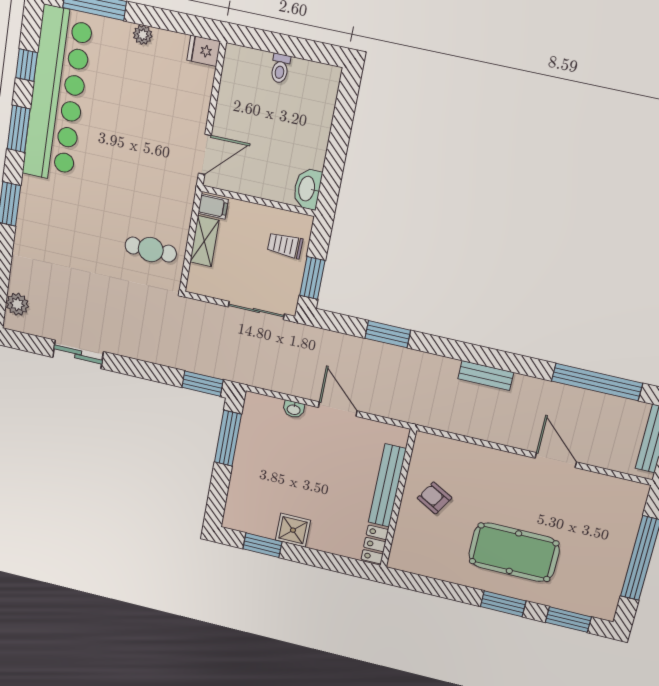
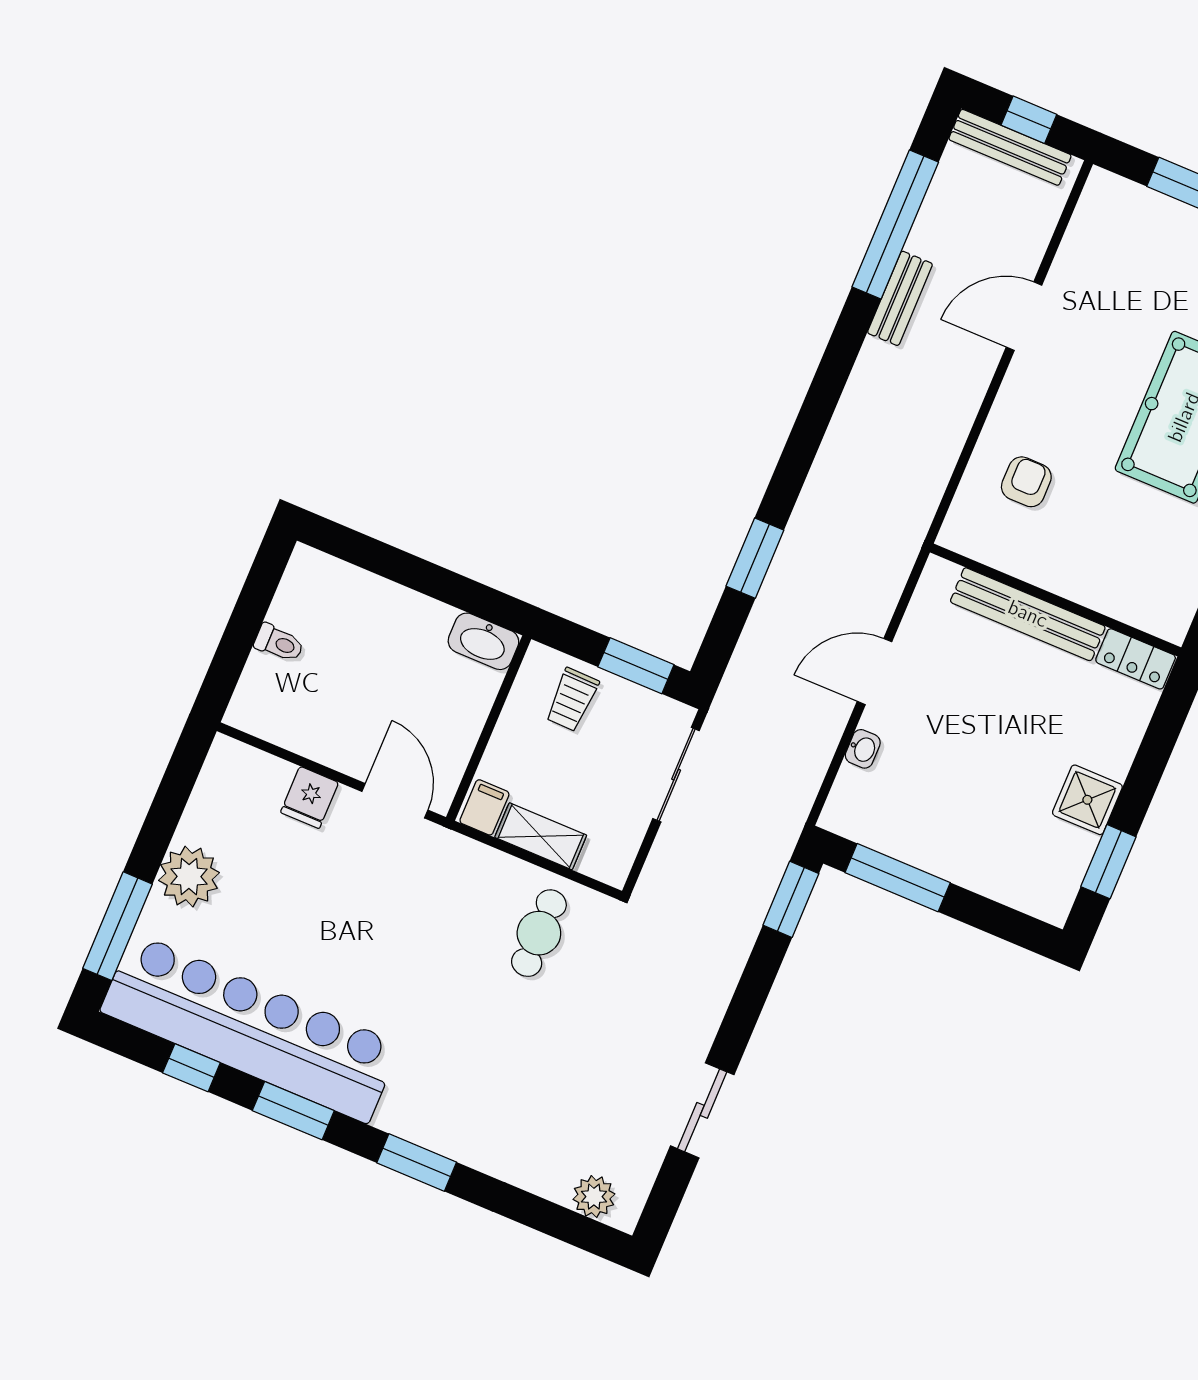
plant: (143, 35) -> (189, 877), width x1.87, depth x1.87
fridge: (204, 51) -> (310, 797), moved
bench: (486, 376) -> (900, 298), moved
armchair: (434, 498) -> (1026, 482), moved, turned 150

